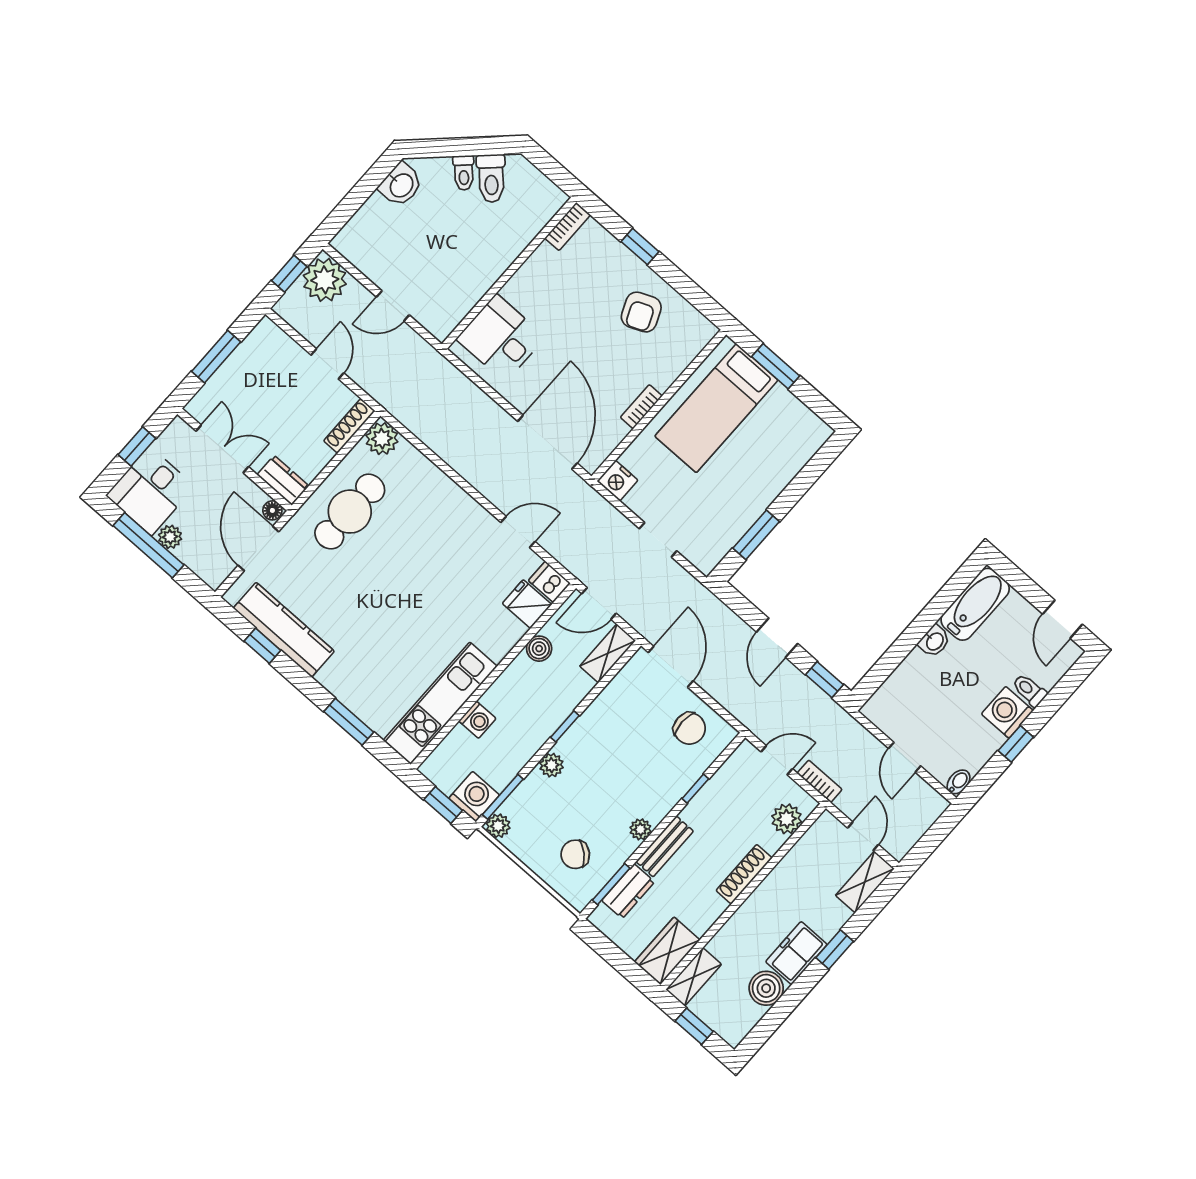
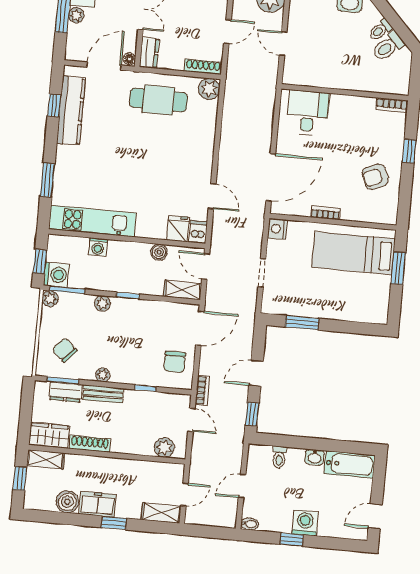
toilet: (1029, 690) -> (279, 457), moved, turned 180
bookcase: (820, 781) -> (202, 390), moved
shoe rack: (744, 874) -> (90, 444), moved

